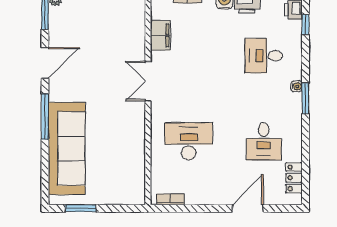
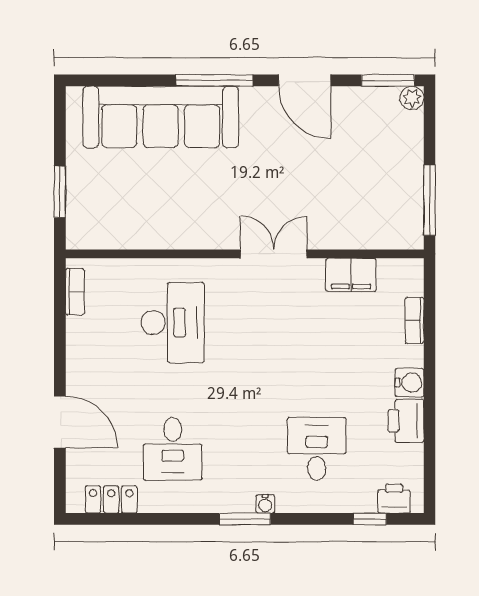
desk: (264, 141) -> (173, 449), turned -90
window: (81, 208) -> (60, 192), moved

